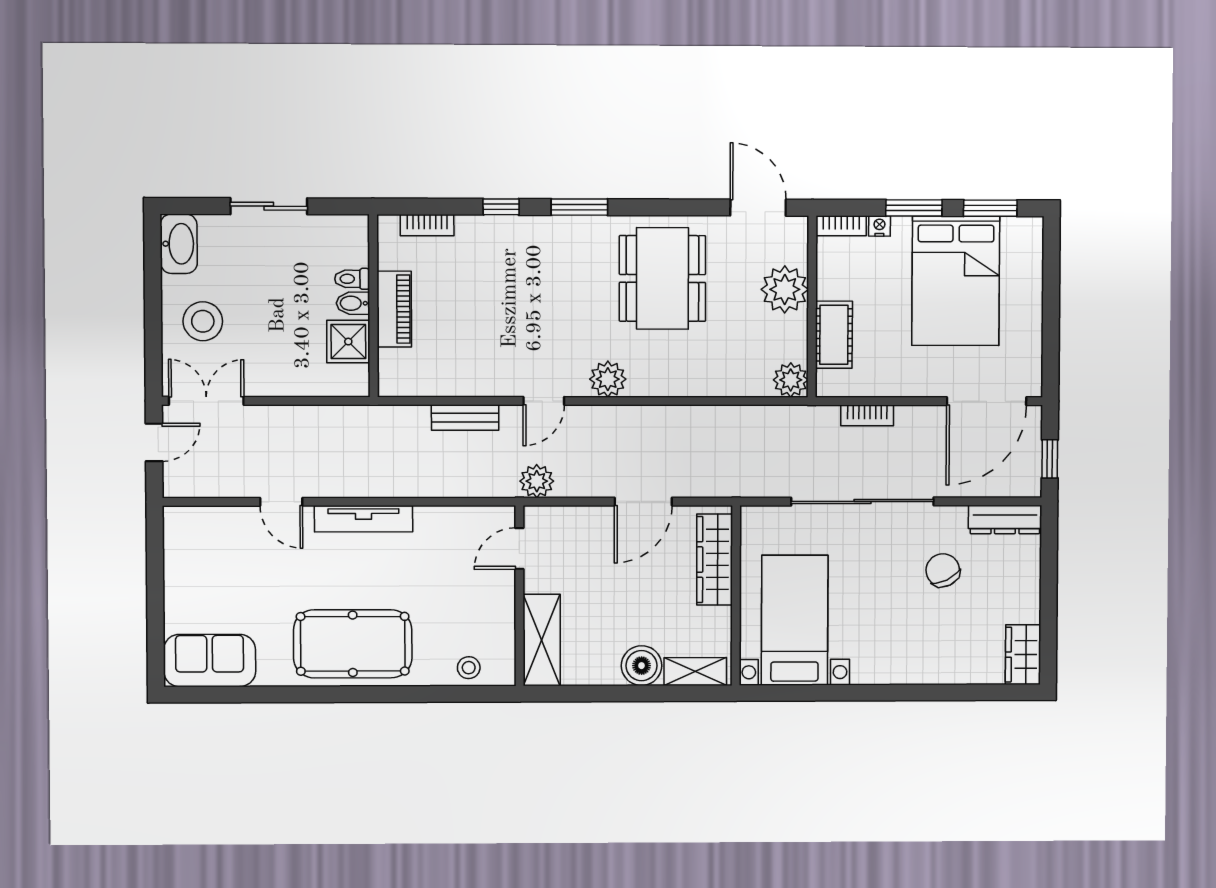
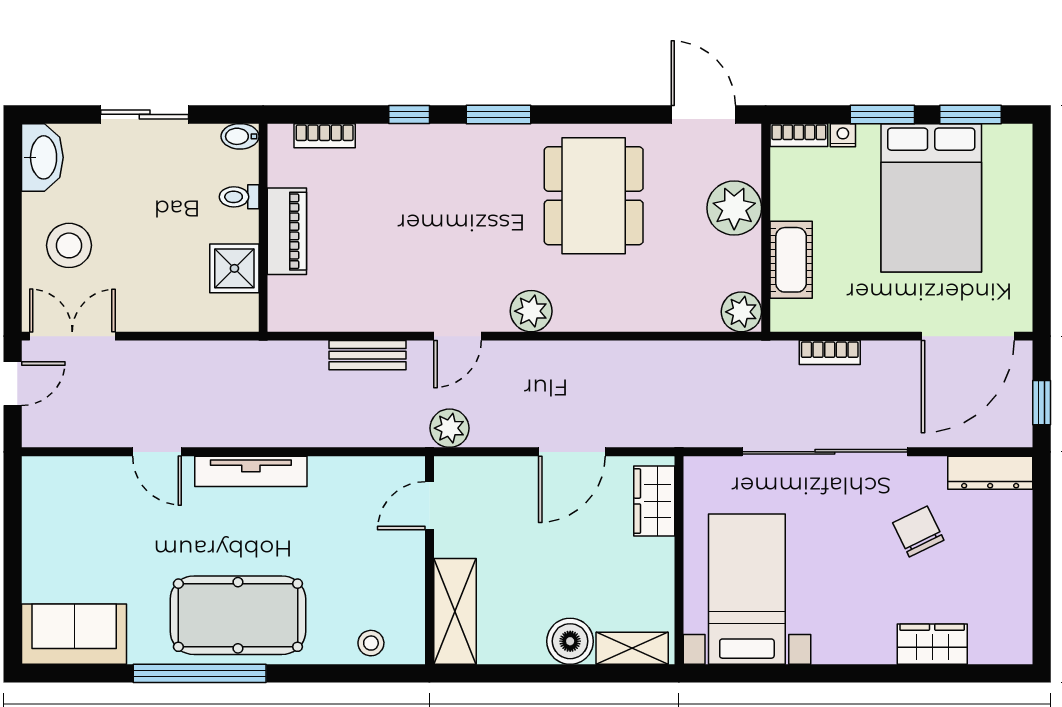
bidet: (353, 303) -> (240, 136), moved
wardrobe: (715, 560) -> (654, 501), width x0.67
wardrobe: (1023, 655) -> (932, 644), moved, turned 90
window: (320, 694) -> (200, 673), added

